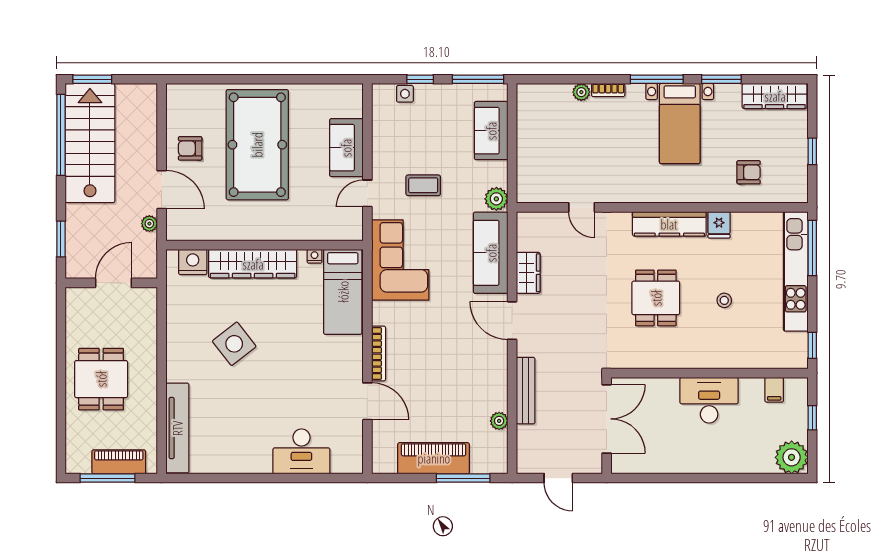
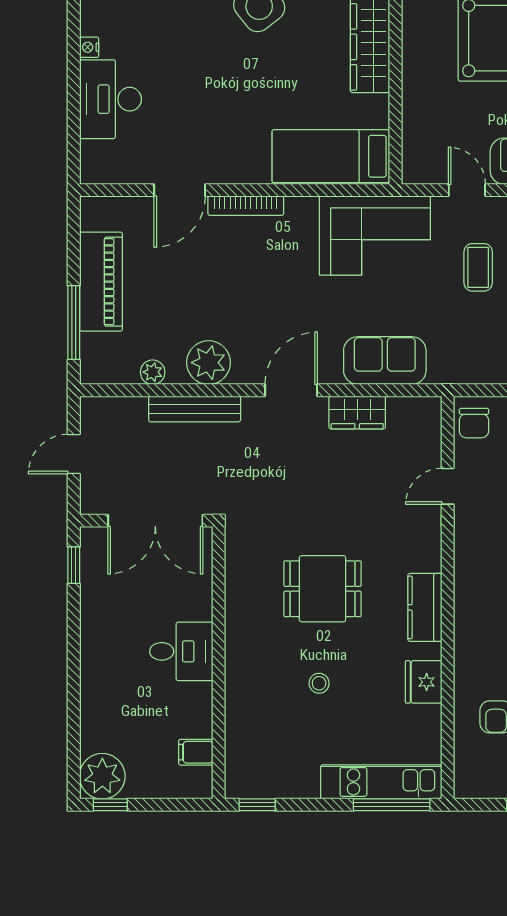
chair: (536, 188) -> (474, 423), added
plant: (496, 199) -> (208, 363), moved, width x1.36, depth x1.36
kitchen counter: (669, 224) -> (425, 607), width x0.67
fridge: (719, 225) -> (424, 682), width x1.38
sofa: (491, 253) -> (385, 361), width x0.73
nightstand: (315, 256) -> (89, 47), moved, turned 180
kitchen unit: (796, 271) -> (381, 782), width x0.73
desk: (709, 400) -> (181, 651), width x0.73
window: (812, 418) -> (110, 805), moved
window: (639, 478) -> (74, 565), added

